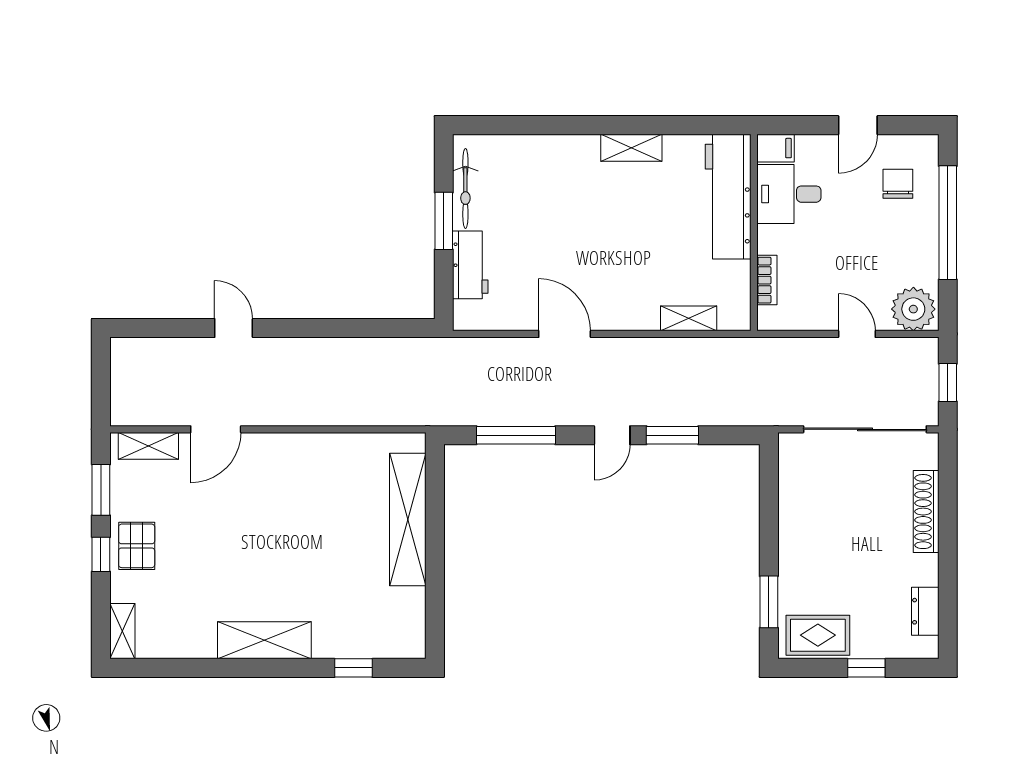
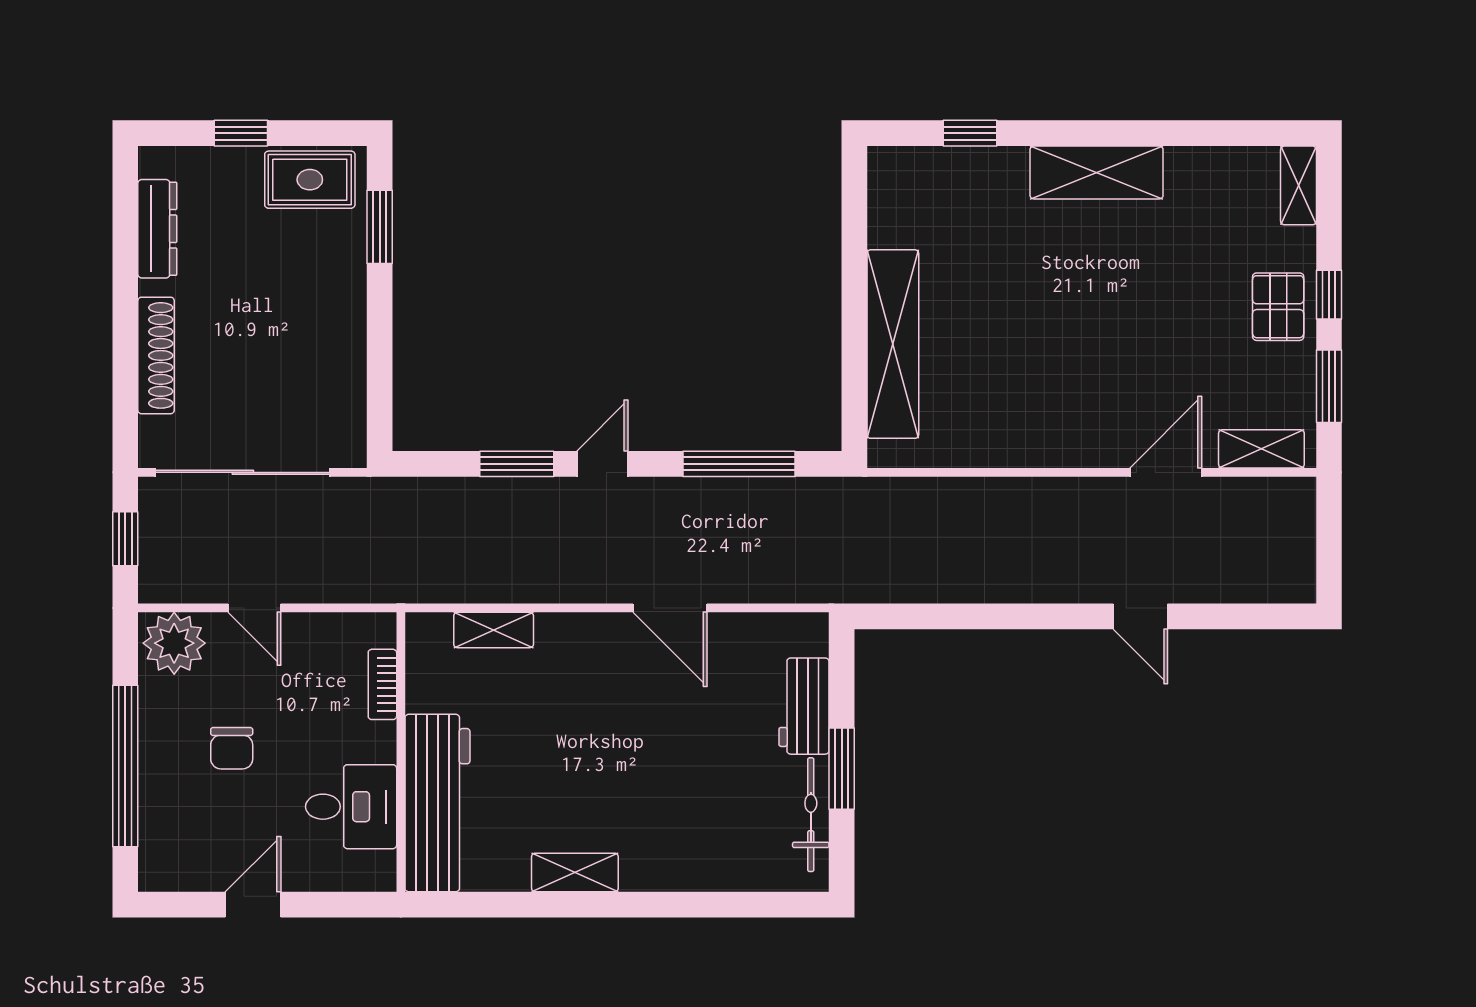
filing cabinet: (775, 148) -> (370, 872), removed
chair: (898, 184) -> (232, 748), moved
dresser: (925, 611) -> (157, 229), width x1.44

